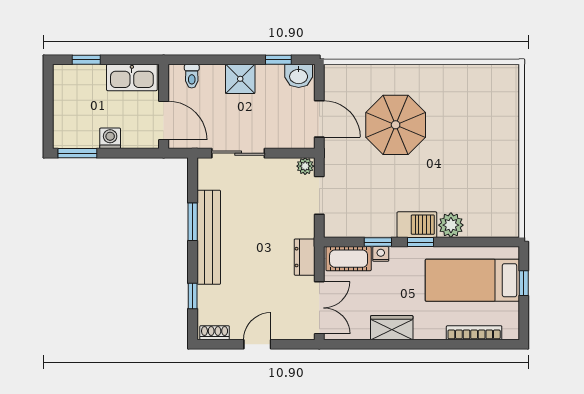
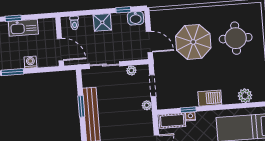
kitchen sink: (132, 77) -> (23, 28), moved
round table: (470, 124) -> (236, 38), added
plant: (305, 166) -> (131, 70), moved
plant: (451, 225) -> (245, 96), moved
plant: (306, 229) -> (147, 105), added
window: (420, 242) -> (213, 108), removed
dresser: (305, 257) -> (147, 122), removed

